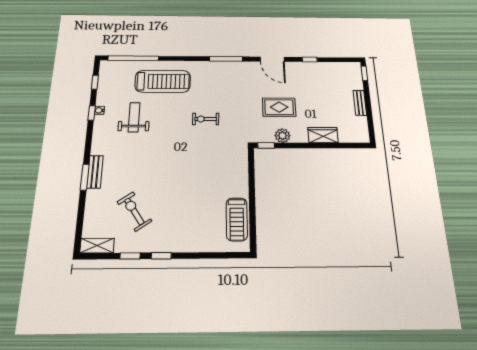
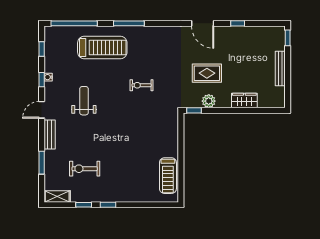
window: (226, 59) -> (129, 23), moved
bench: (360, 103) -> (280, 69), width x1.36
weight bench: (134, 117) -> (84, 101), moved
door: (88, 145) -> (42, 110), added
window: (85, 177) -> (42, 163), moved
exercise bike: (134, 211) -> (85, 169), turned -56

